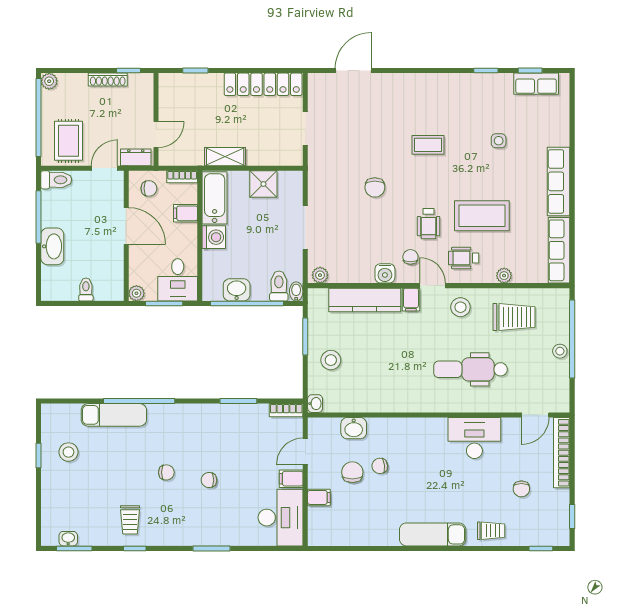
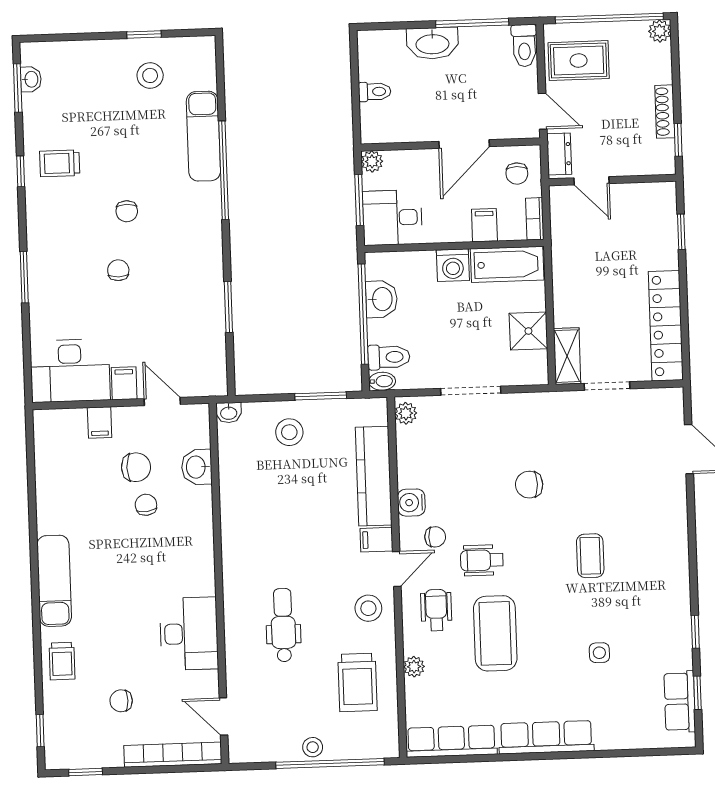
shelving: (225, 157) -> (567, 356), moved
dental chair: (471, 369) -> (283, 625), width x0.73, depth x0.72
bookcase: (286, 410) -> (218, 373), removed

